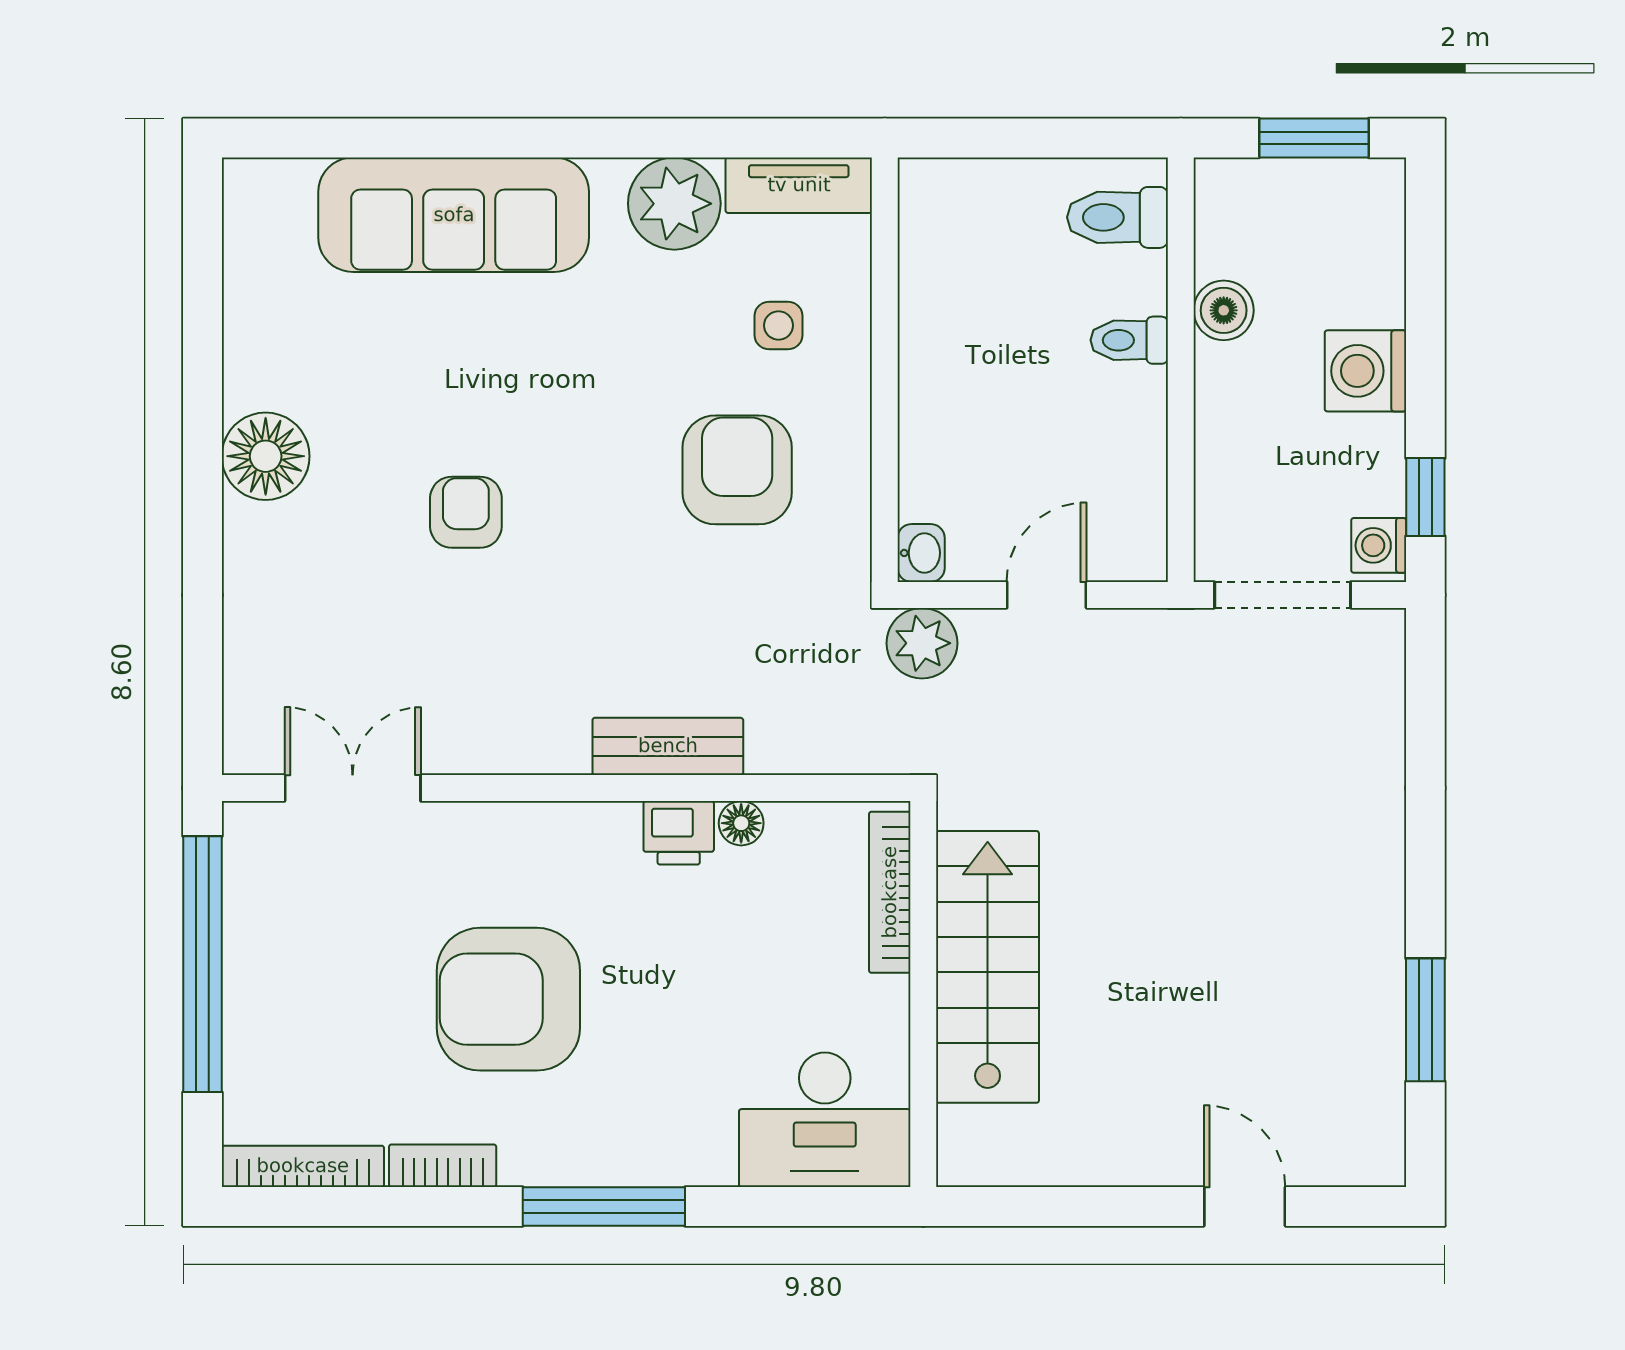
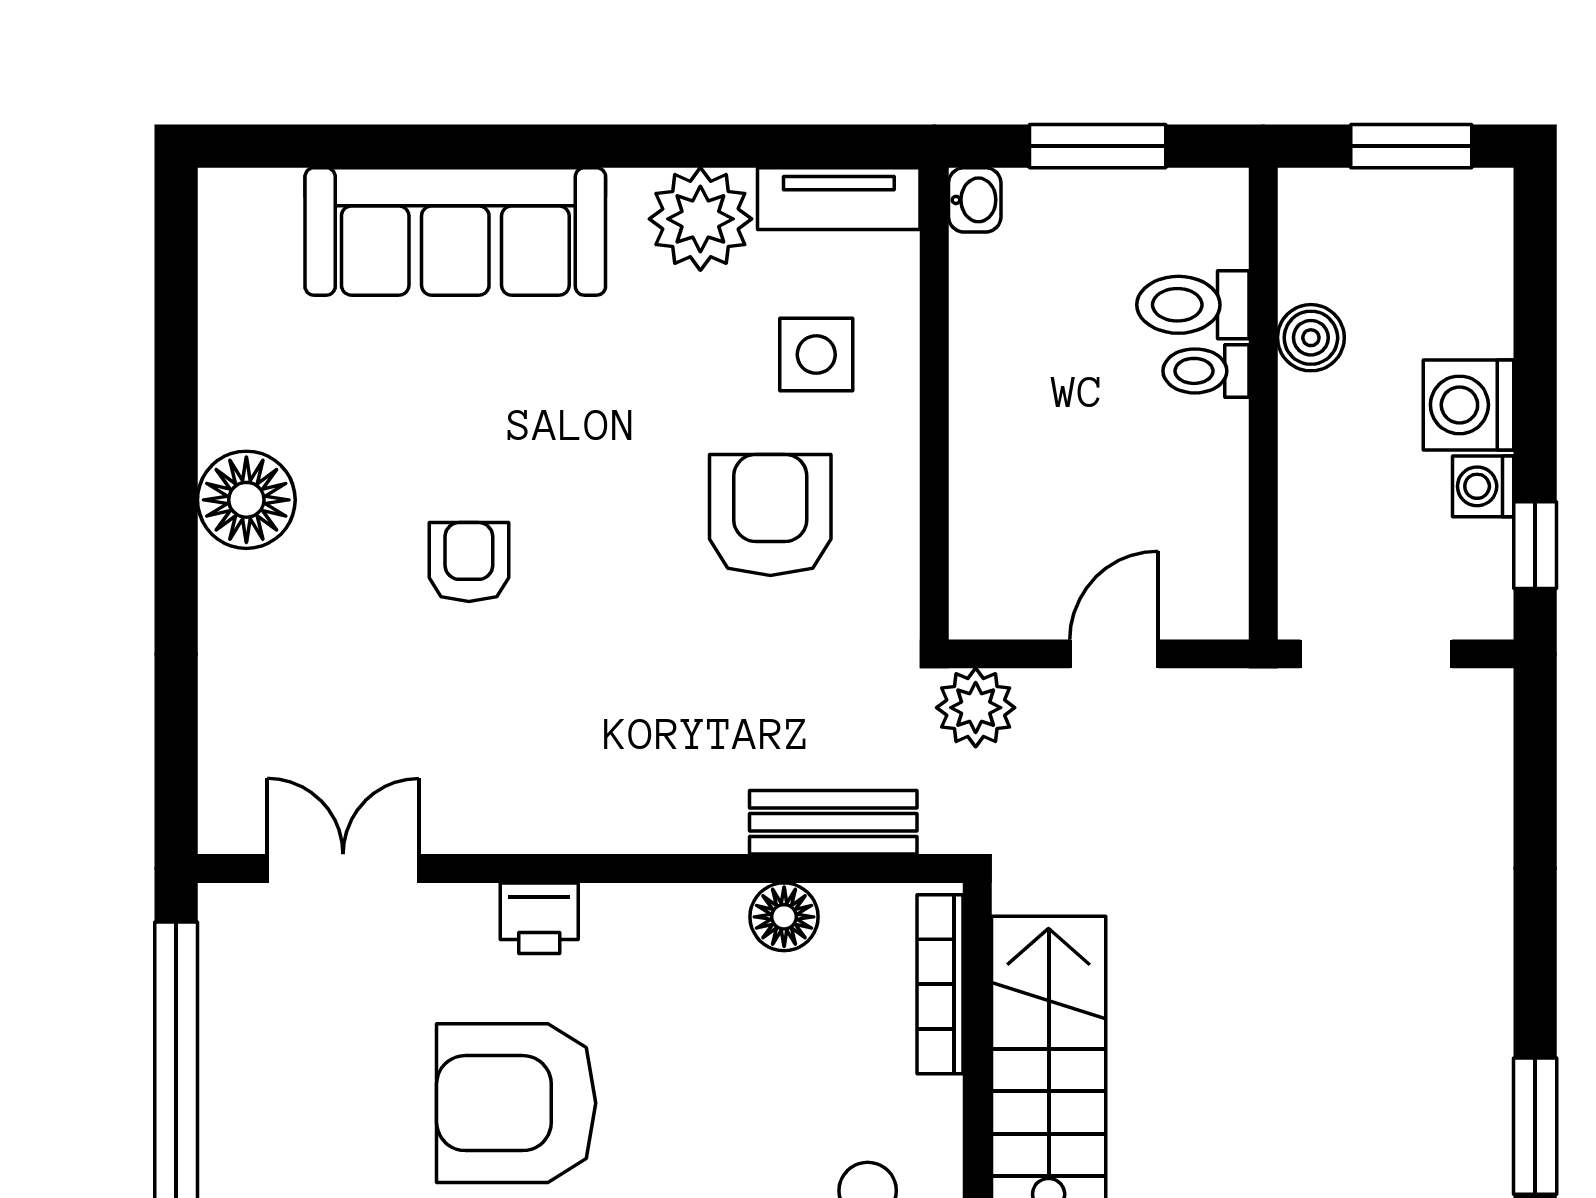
window: (1032, 138) -> (1098, 146), added
toilet: (1118, 217) -> (1193, 305), moved
side table: (779, 325) -> (816, 355), width x1.37, depth x1.37
washing machine: (1379, 545) -> (1483, 486), moved
washbasin: (921, 553) -> (975, 200), moved
bench: (668, 746) -> (833, 822), moved
floor lamp: (741, 823) -> (784, 917), width x1.37, depth x1.37
printer: (679, 833) -> (539, 918), moved

